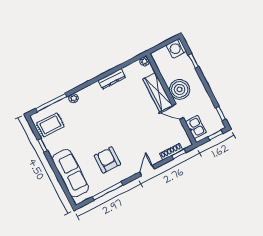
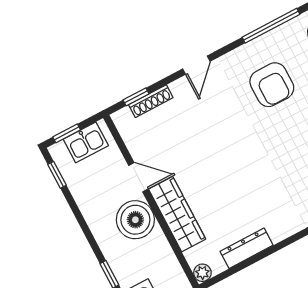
dresser: (112, 79) -> (247, 248), moved
kitchen sink: (196, 127) -> (86, 142), moved, turned -90

